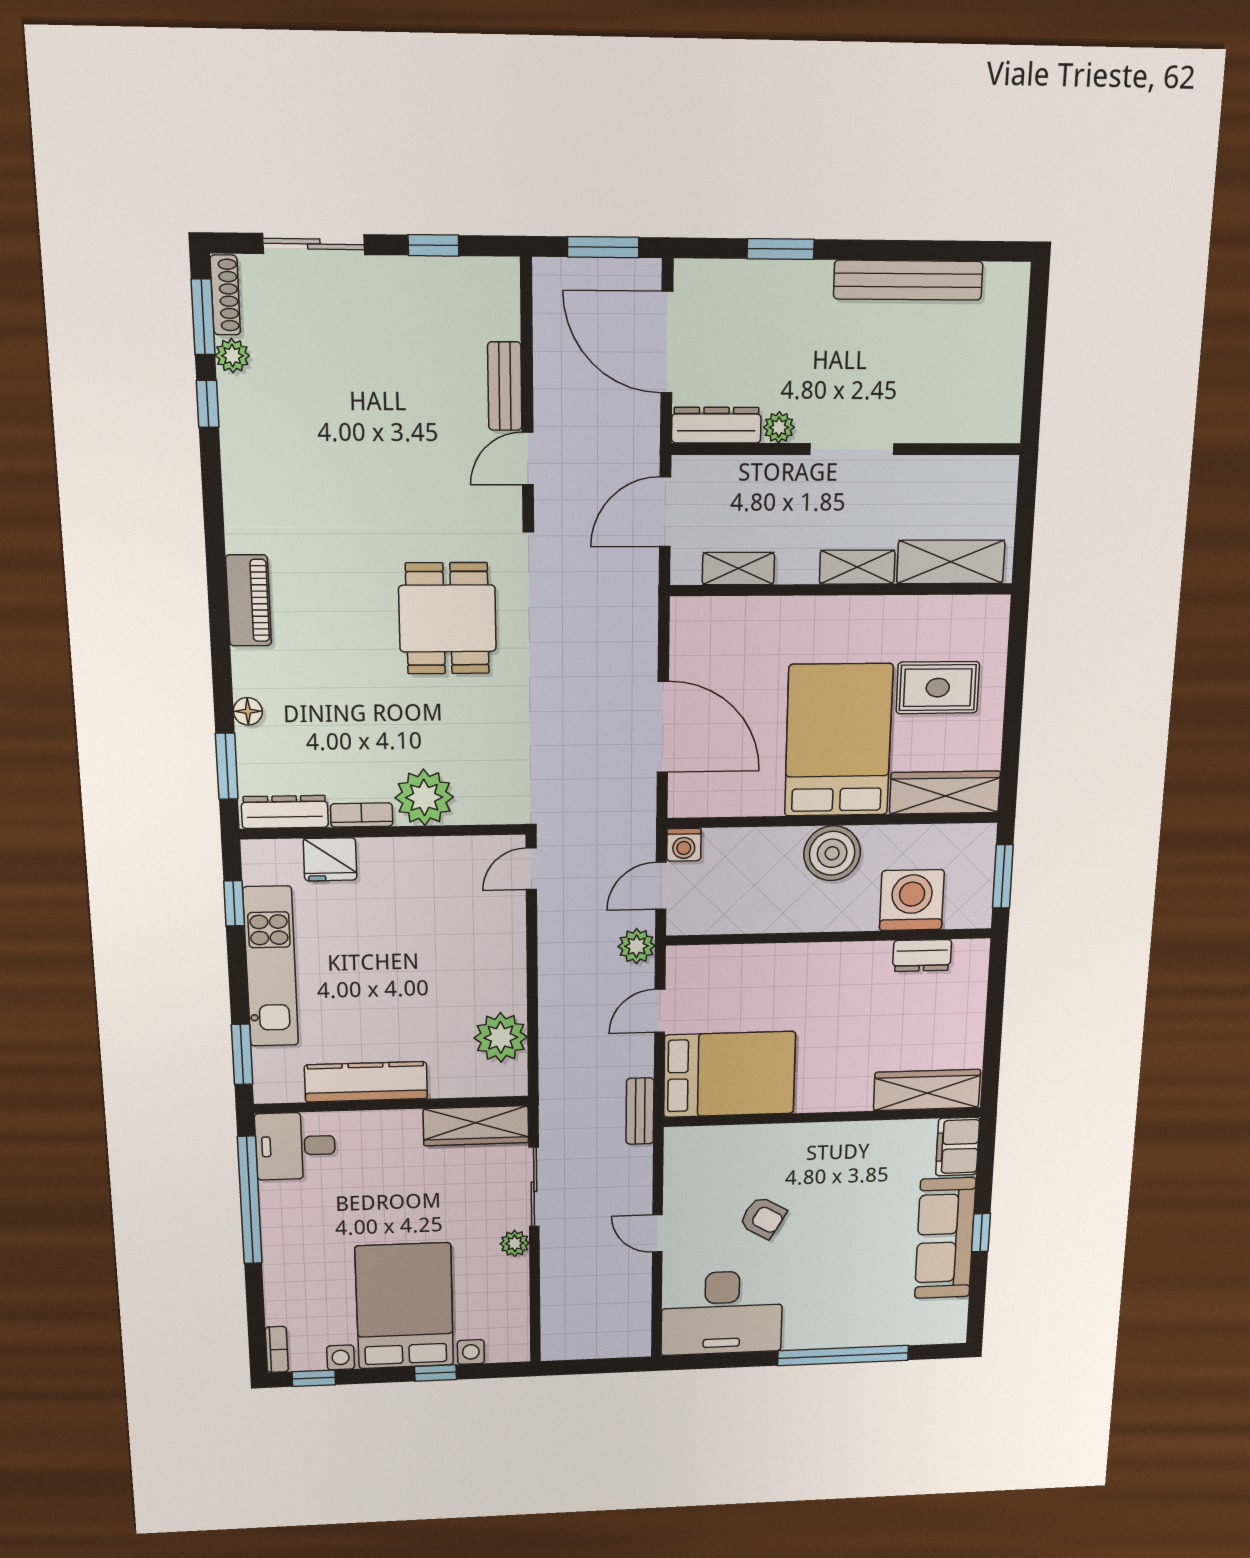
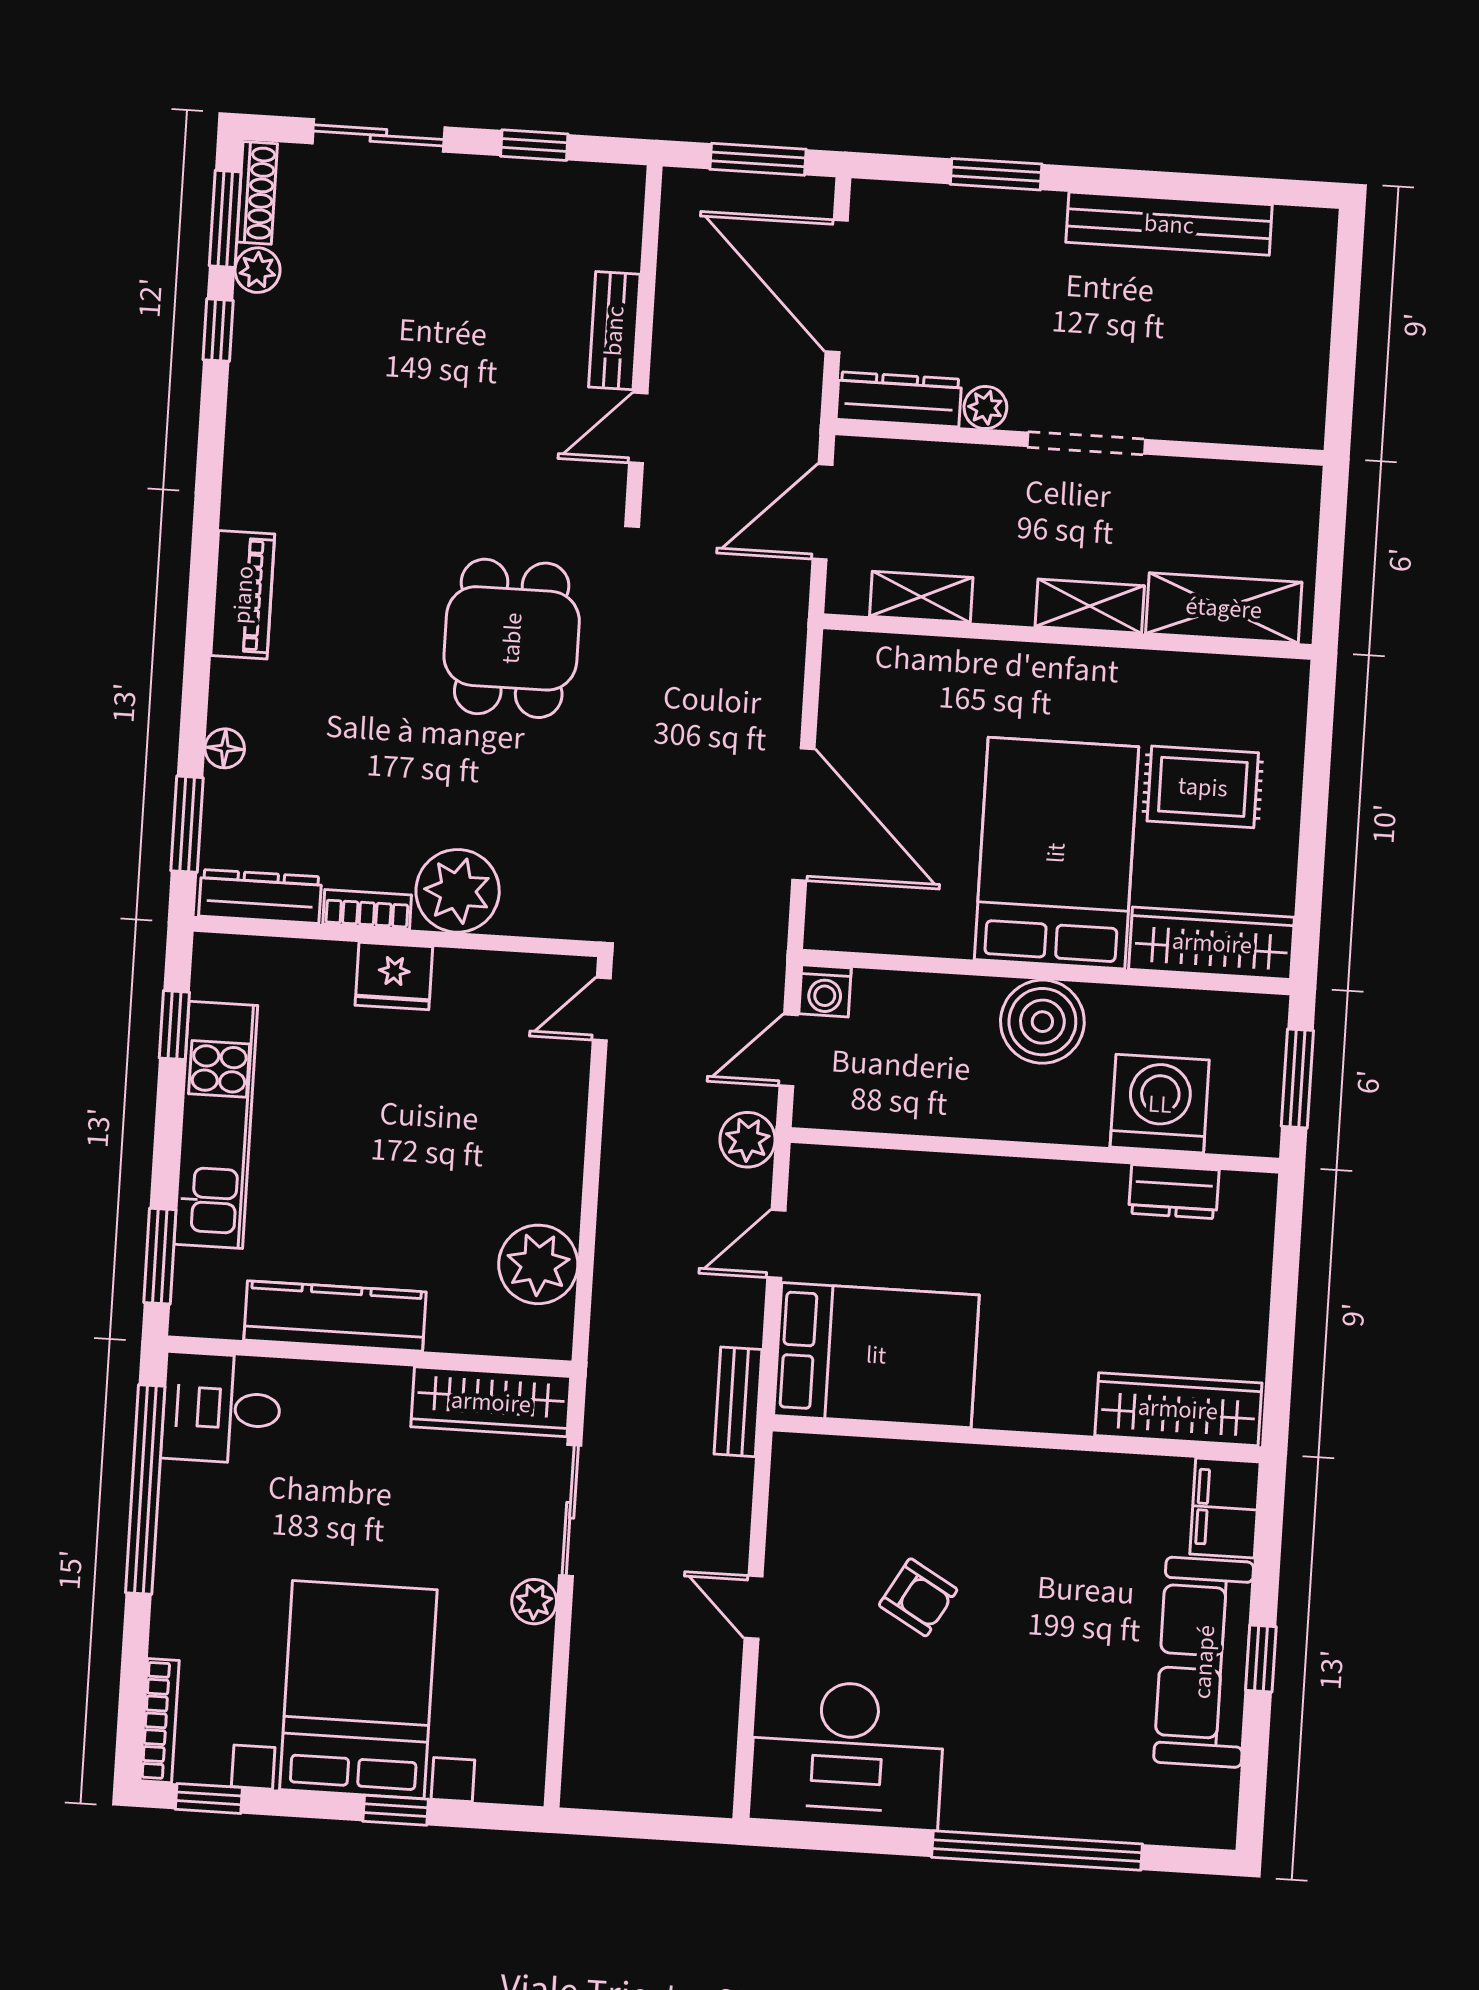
fridge: (330, 859) -> (394, 976), moved
bookcase: (277, 1349) -> (160, 1721), width x1.56

